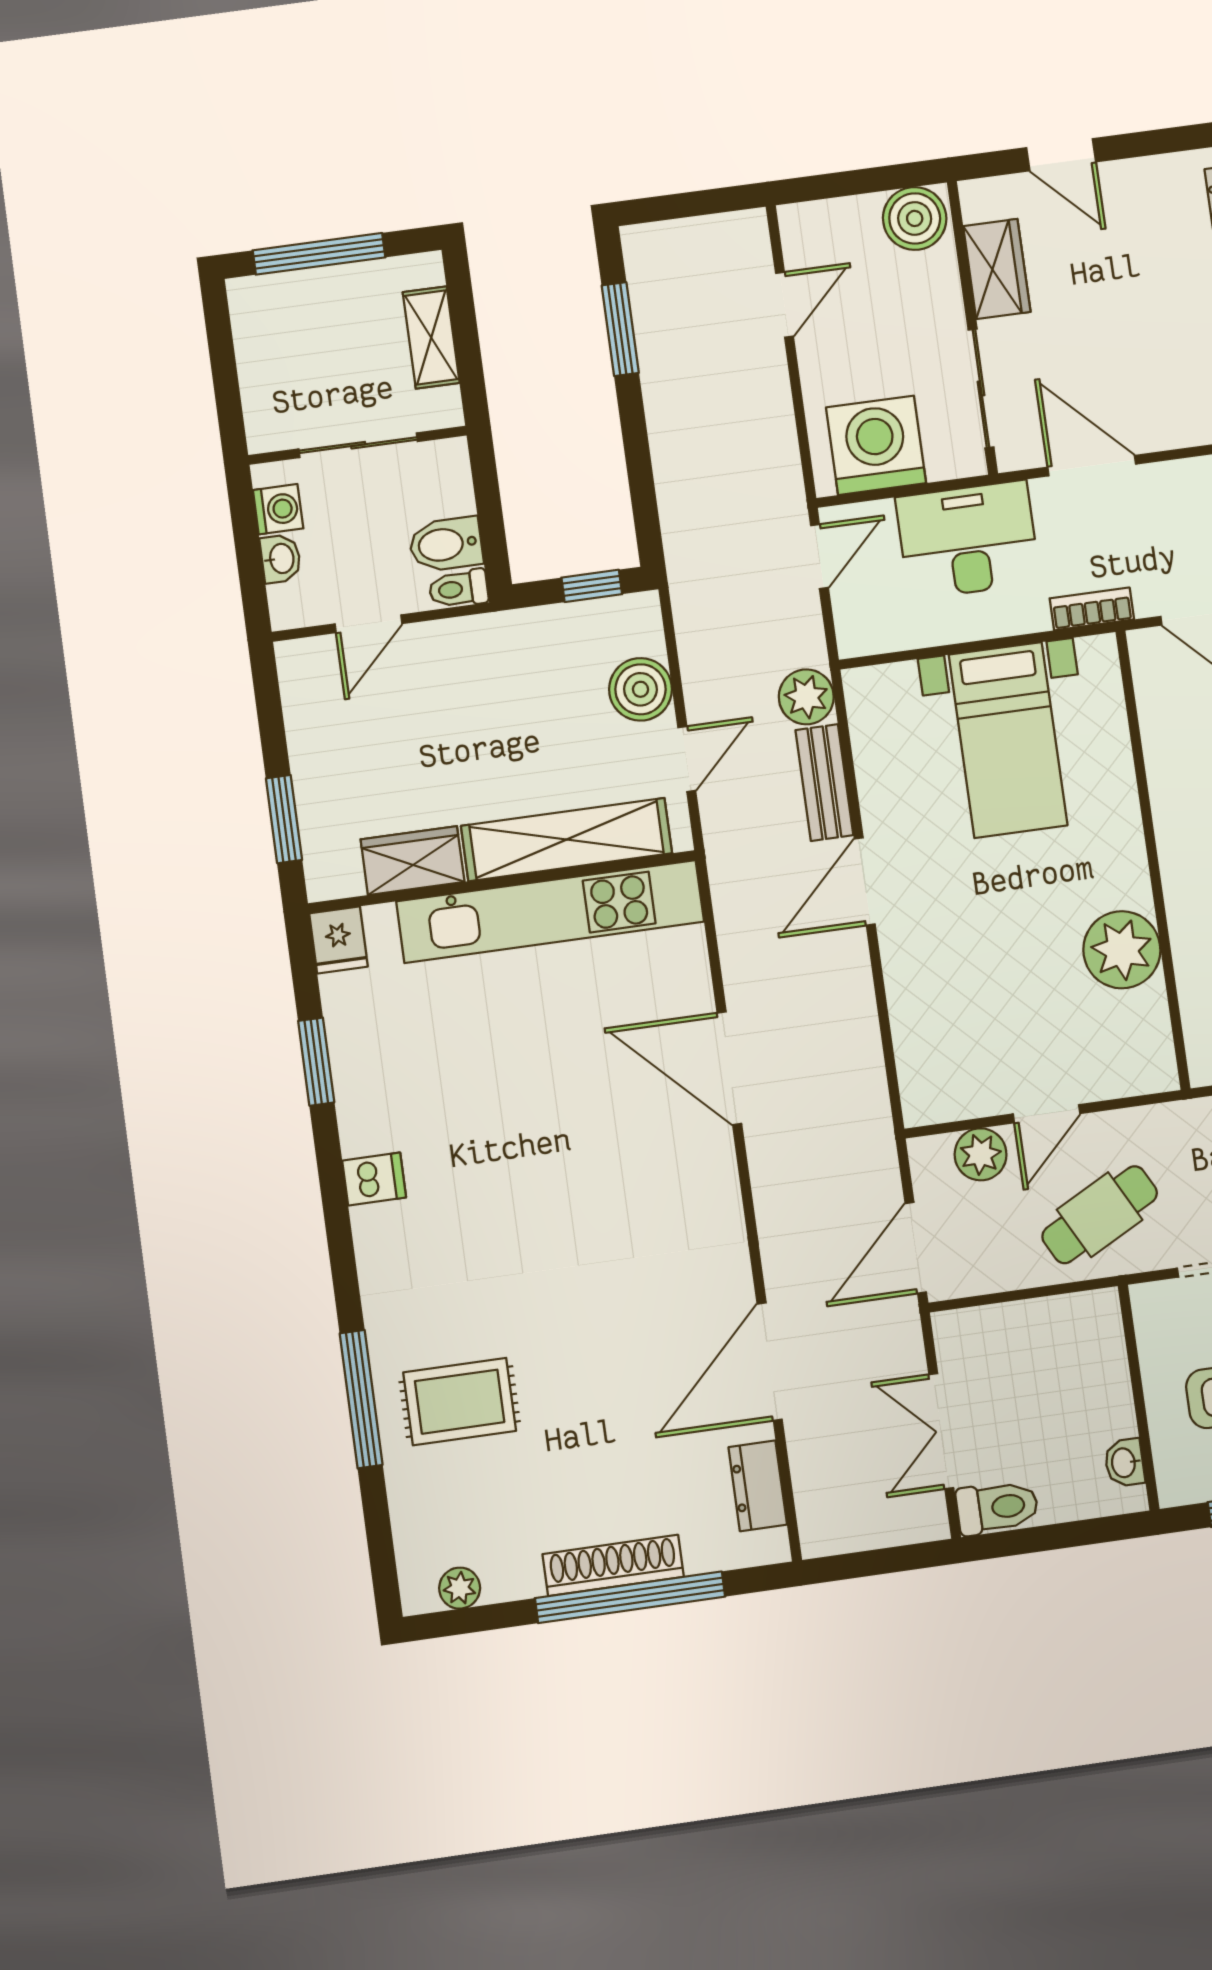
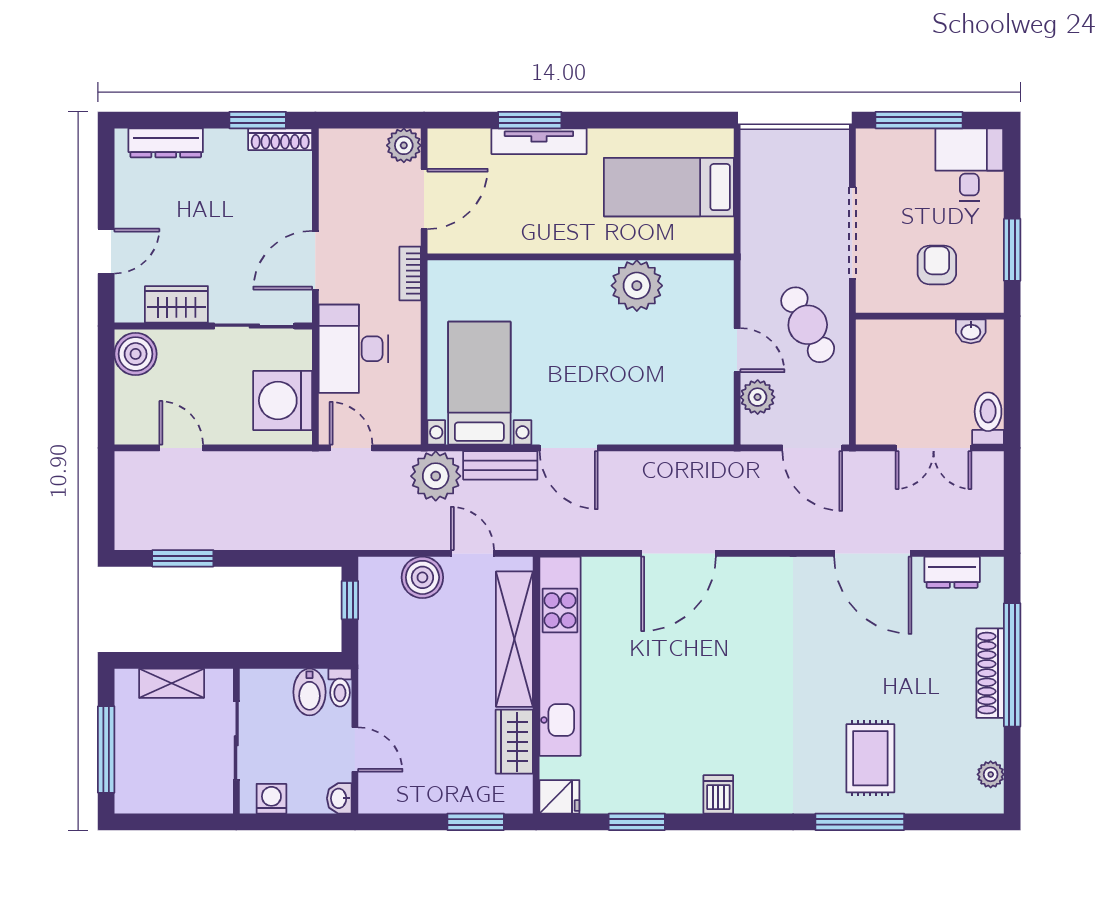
washbasin: (281, 559) -> (339, 798), moved, turned -90
plant: (806, 697) -> (436, 476), width x1.36, depth x1.36
bed with nightstands: (1008, 740) -> (479, 383), moved, turned -90

